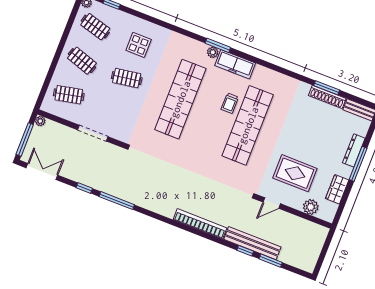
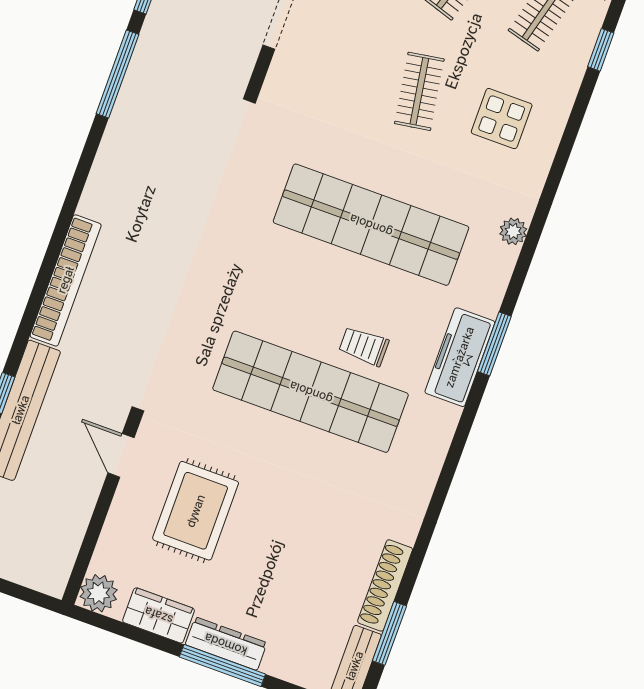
window: (218, 45) -> (494, 344), moved
plant: (213, 52) -> (513, 231), moved
window: (327, 88) -> (389, 633), moved
dresser: (354, 150) -> (226, 644), moved
plant: (311, 207) -> (99, 593), moved

